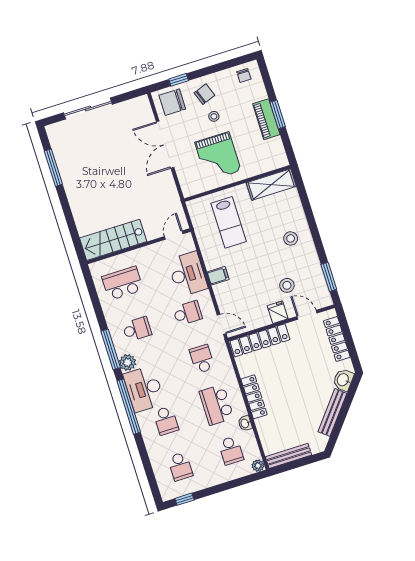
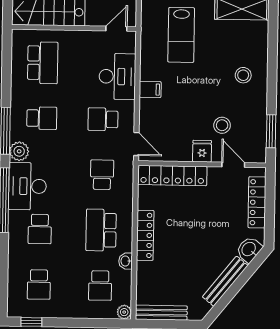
school desk: (123, 283) -> (43, 63), turned 90
school desk: (188, 313) -> (103, 119), turned 180

